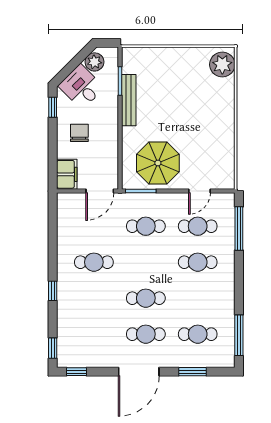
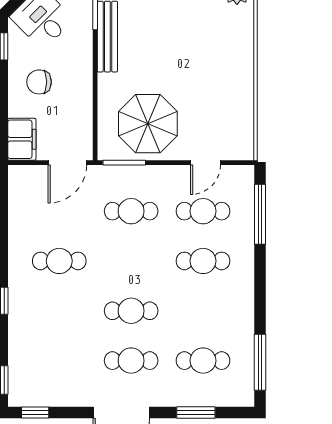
chair: (79, 133) -> (39, 82), turned -90

